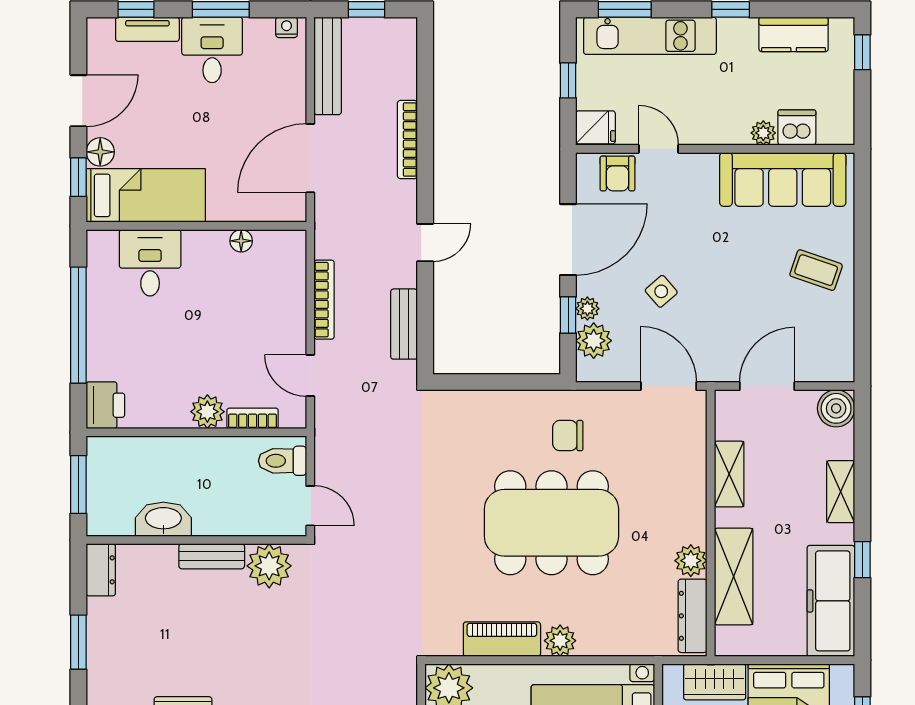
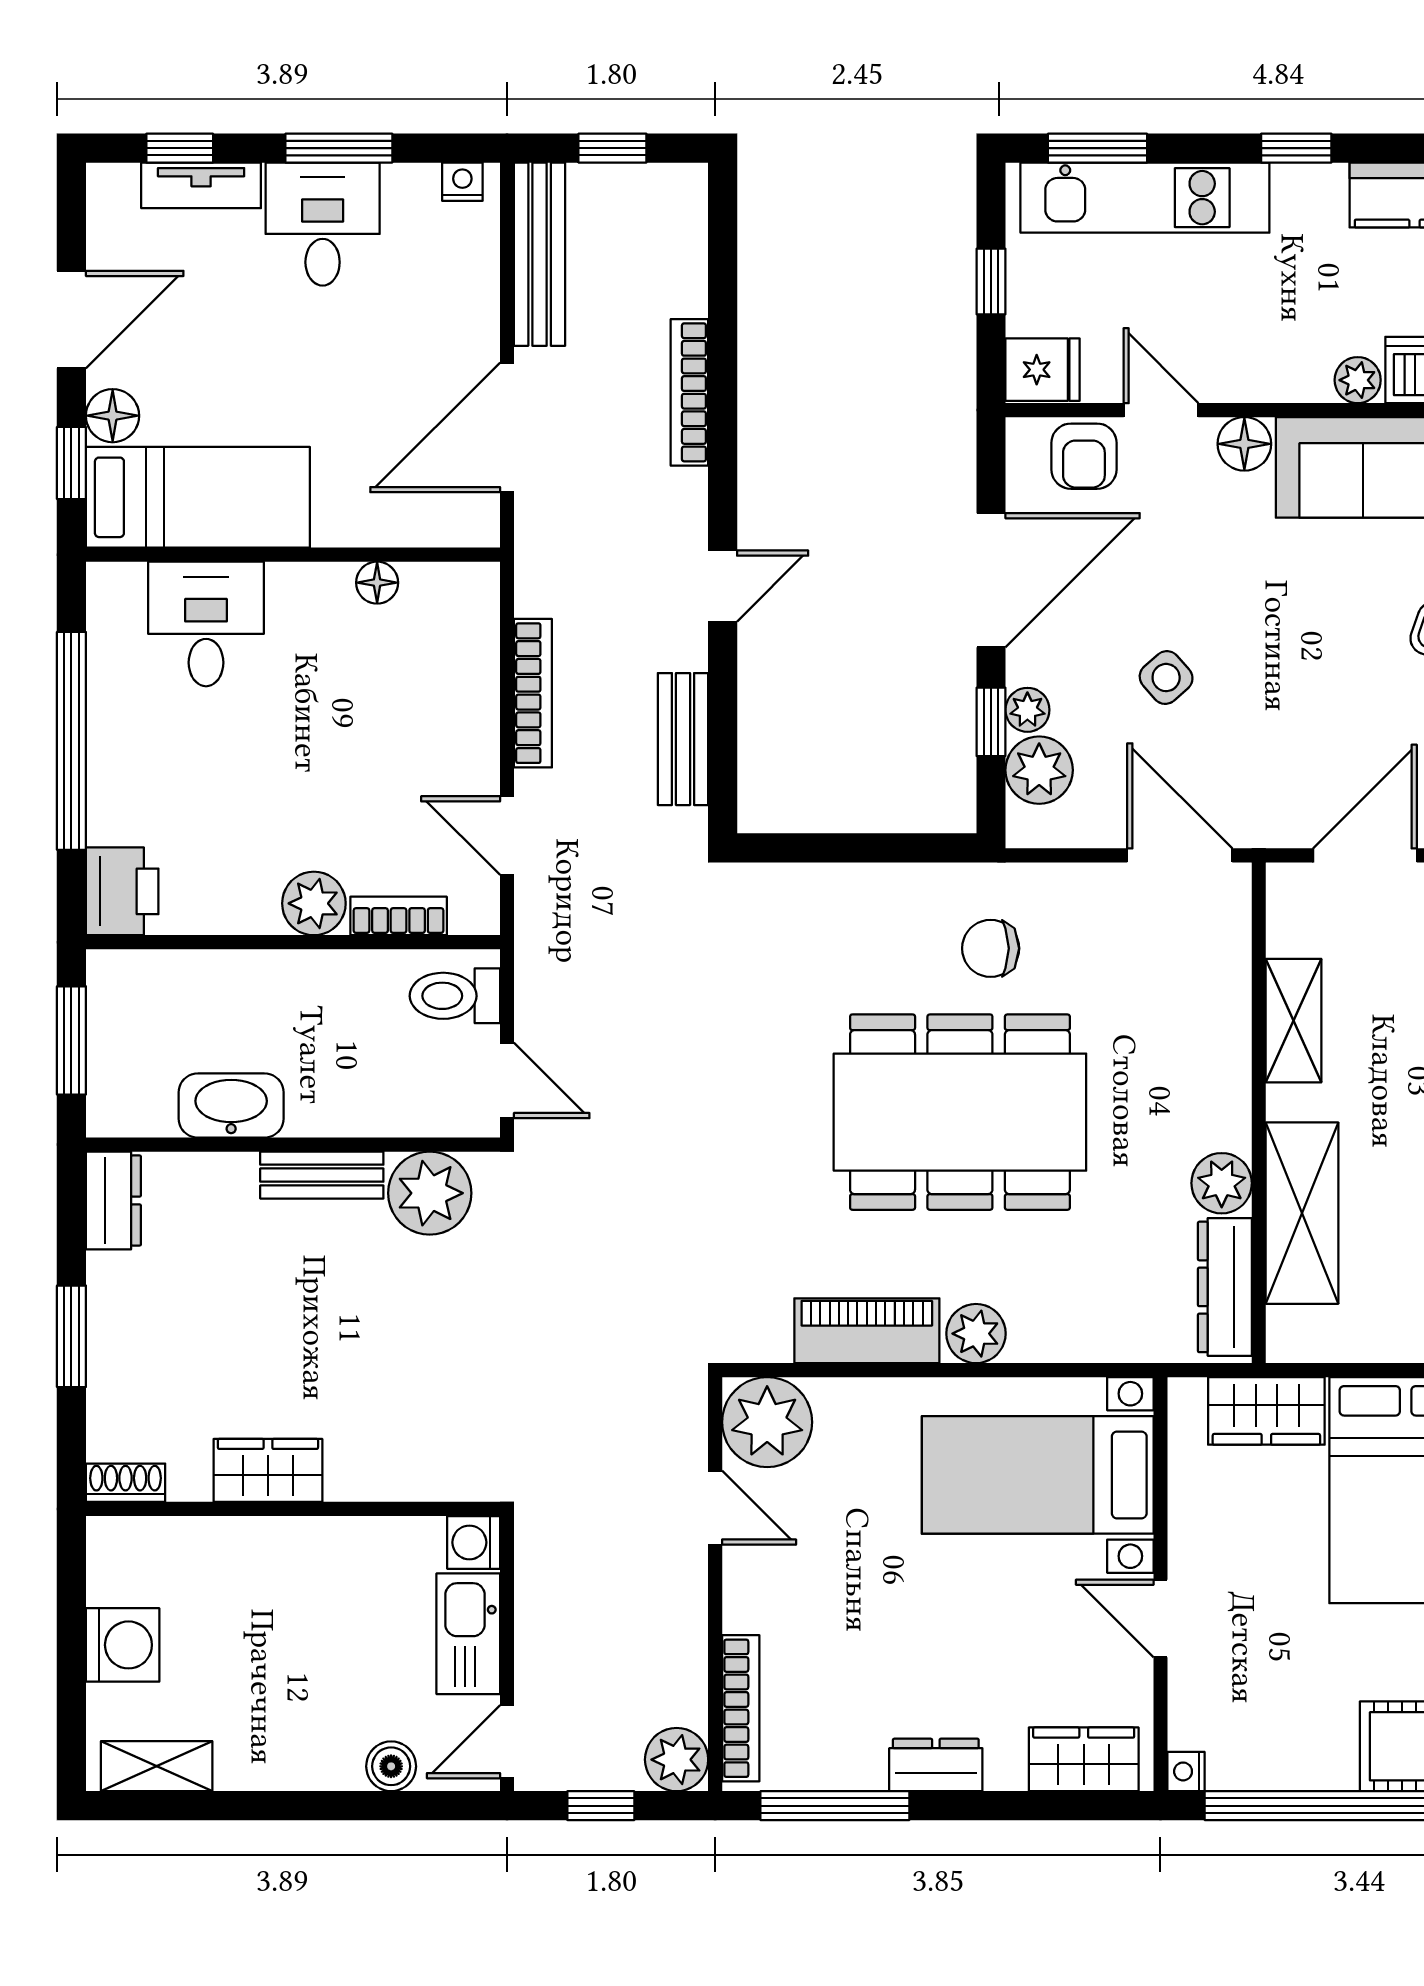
floor lamp: (703, 167) -> (1244, 444), added

